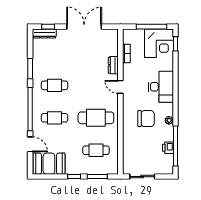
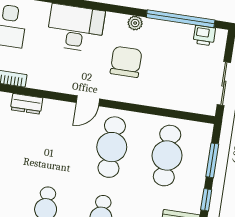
door: (120, 87) -> (88, 101), moved
printer: (168, 148) -> (204, 36), moved
cafe table: (96, 150) -> (167, 156), width x1.37, depth x1.35

